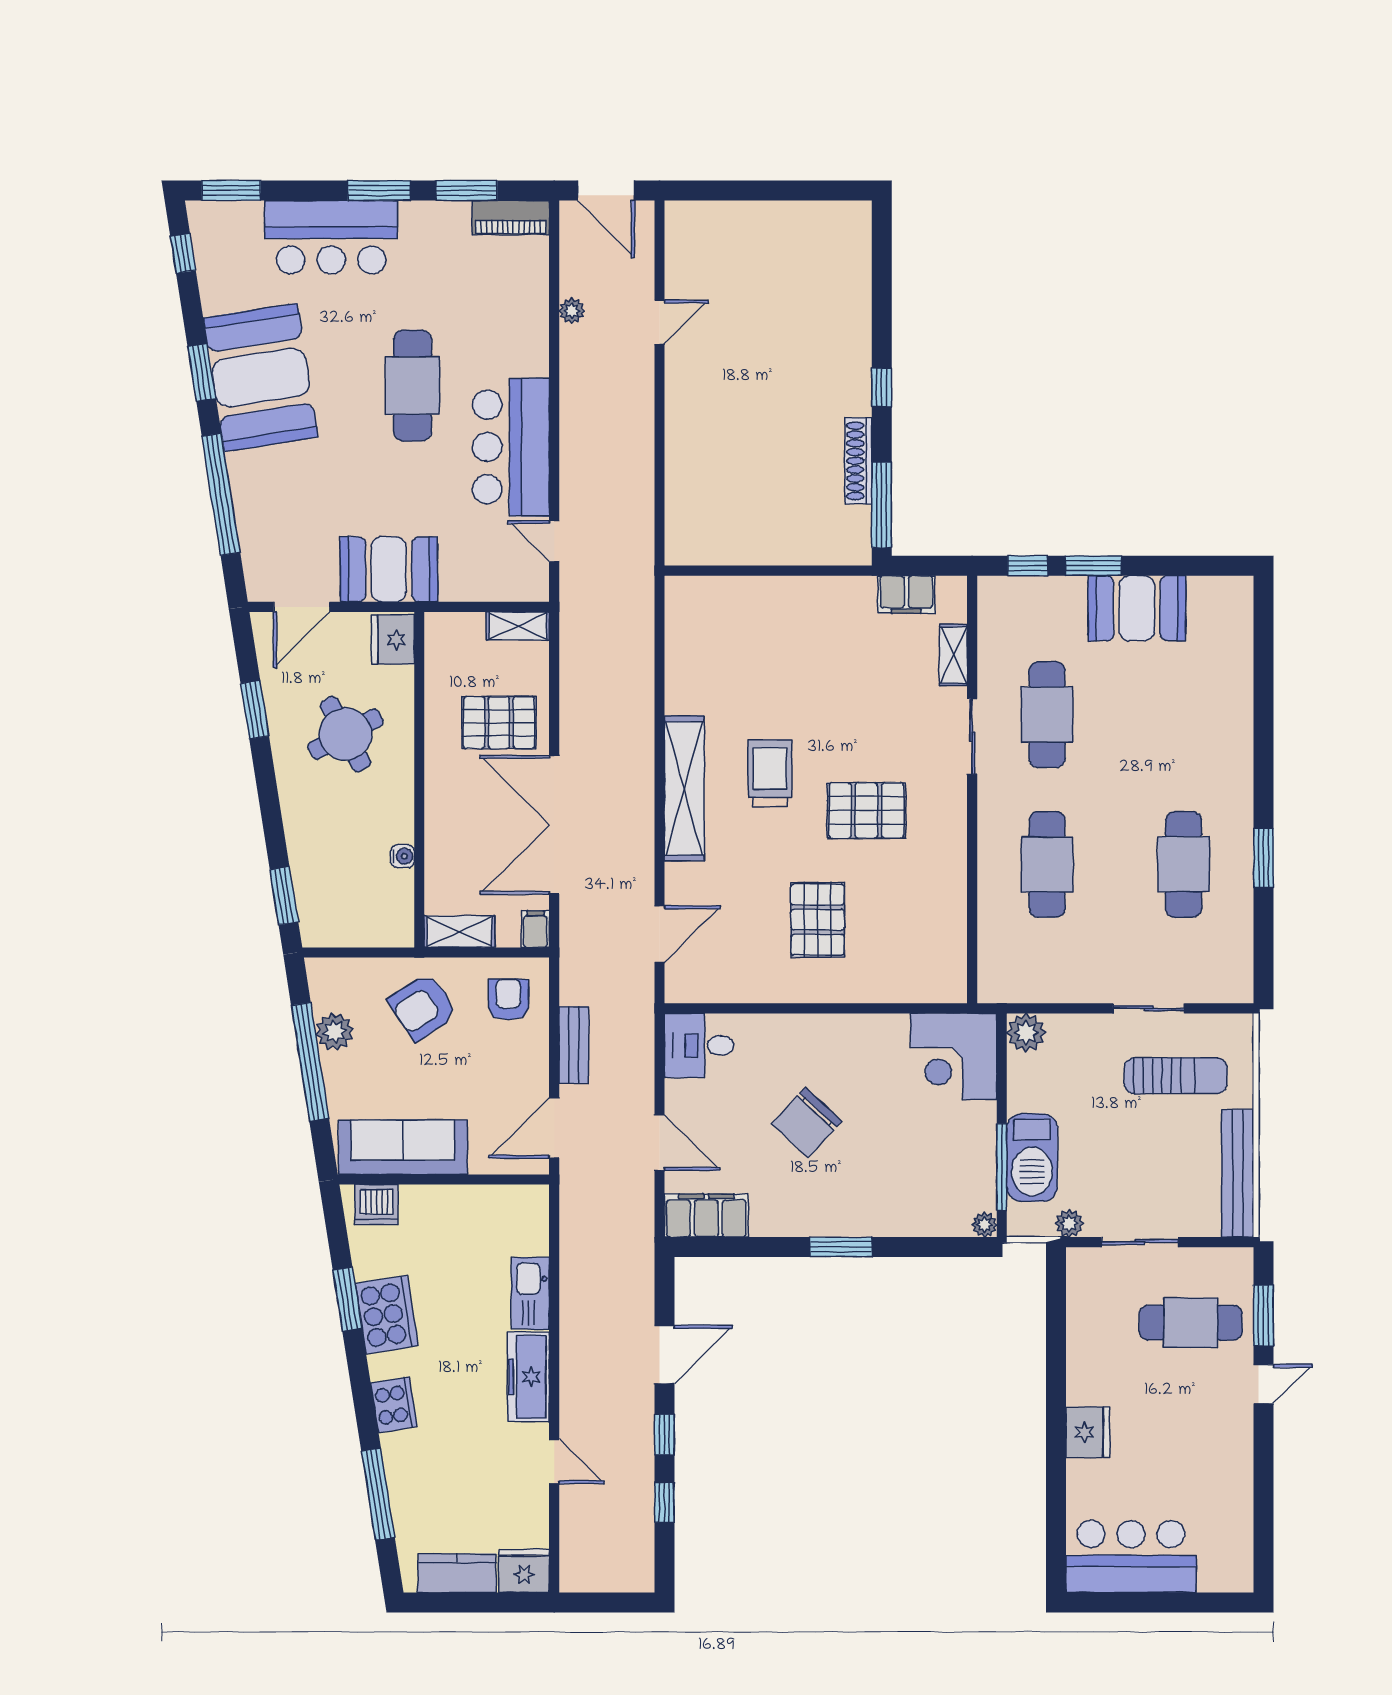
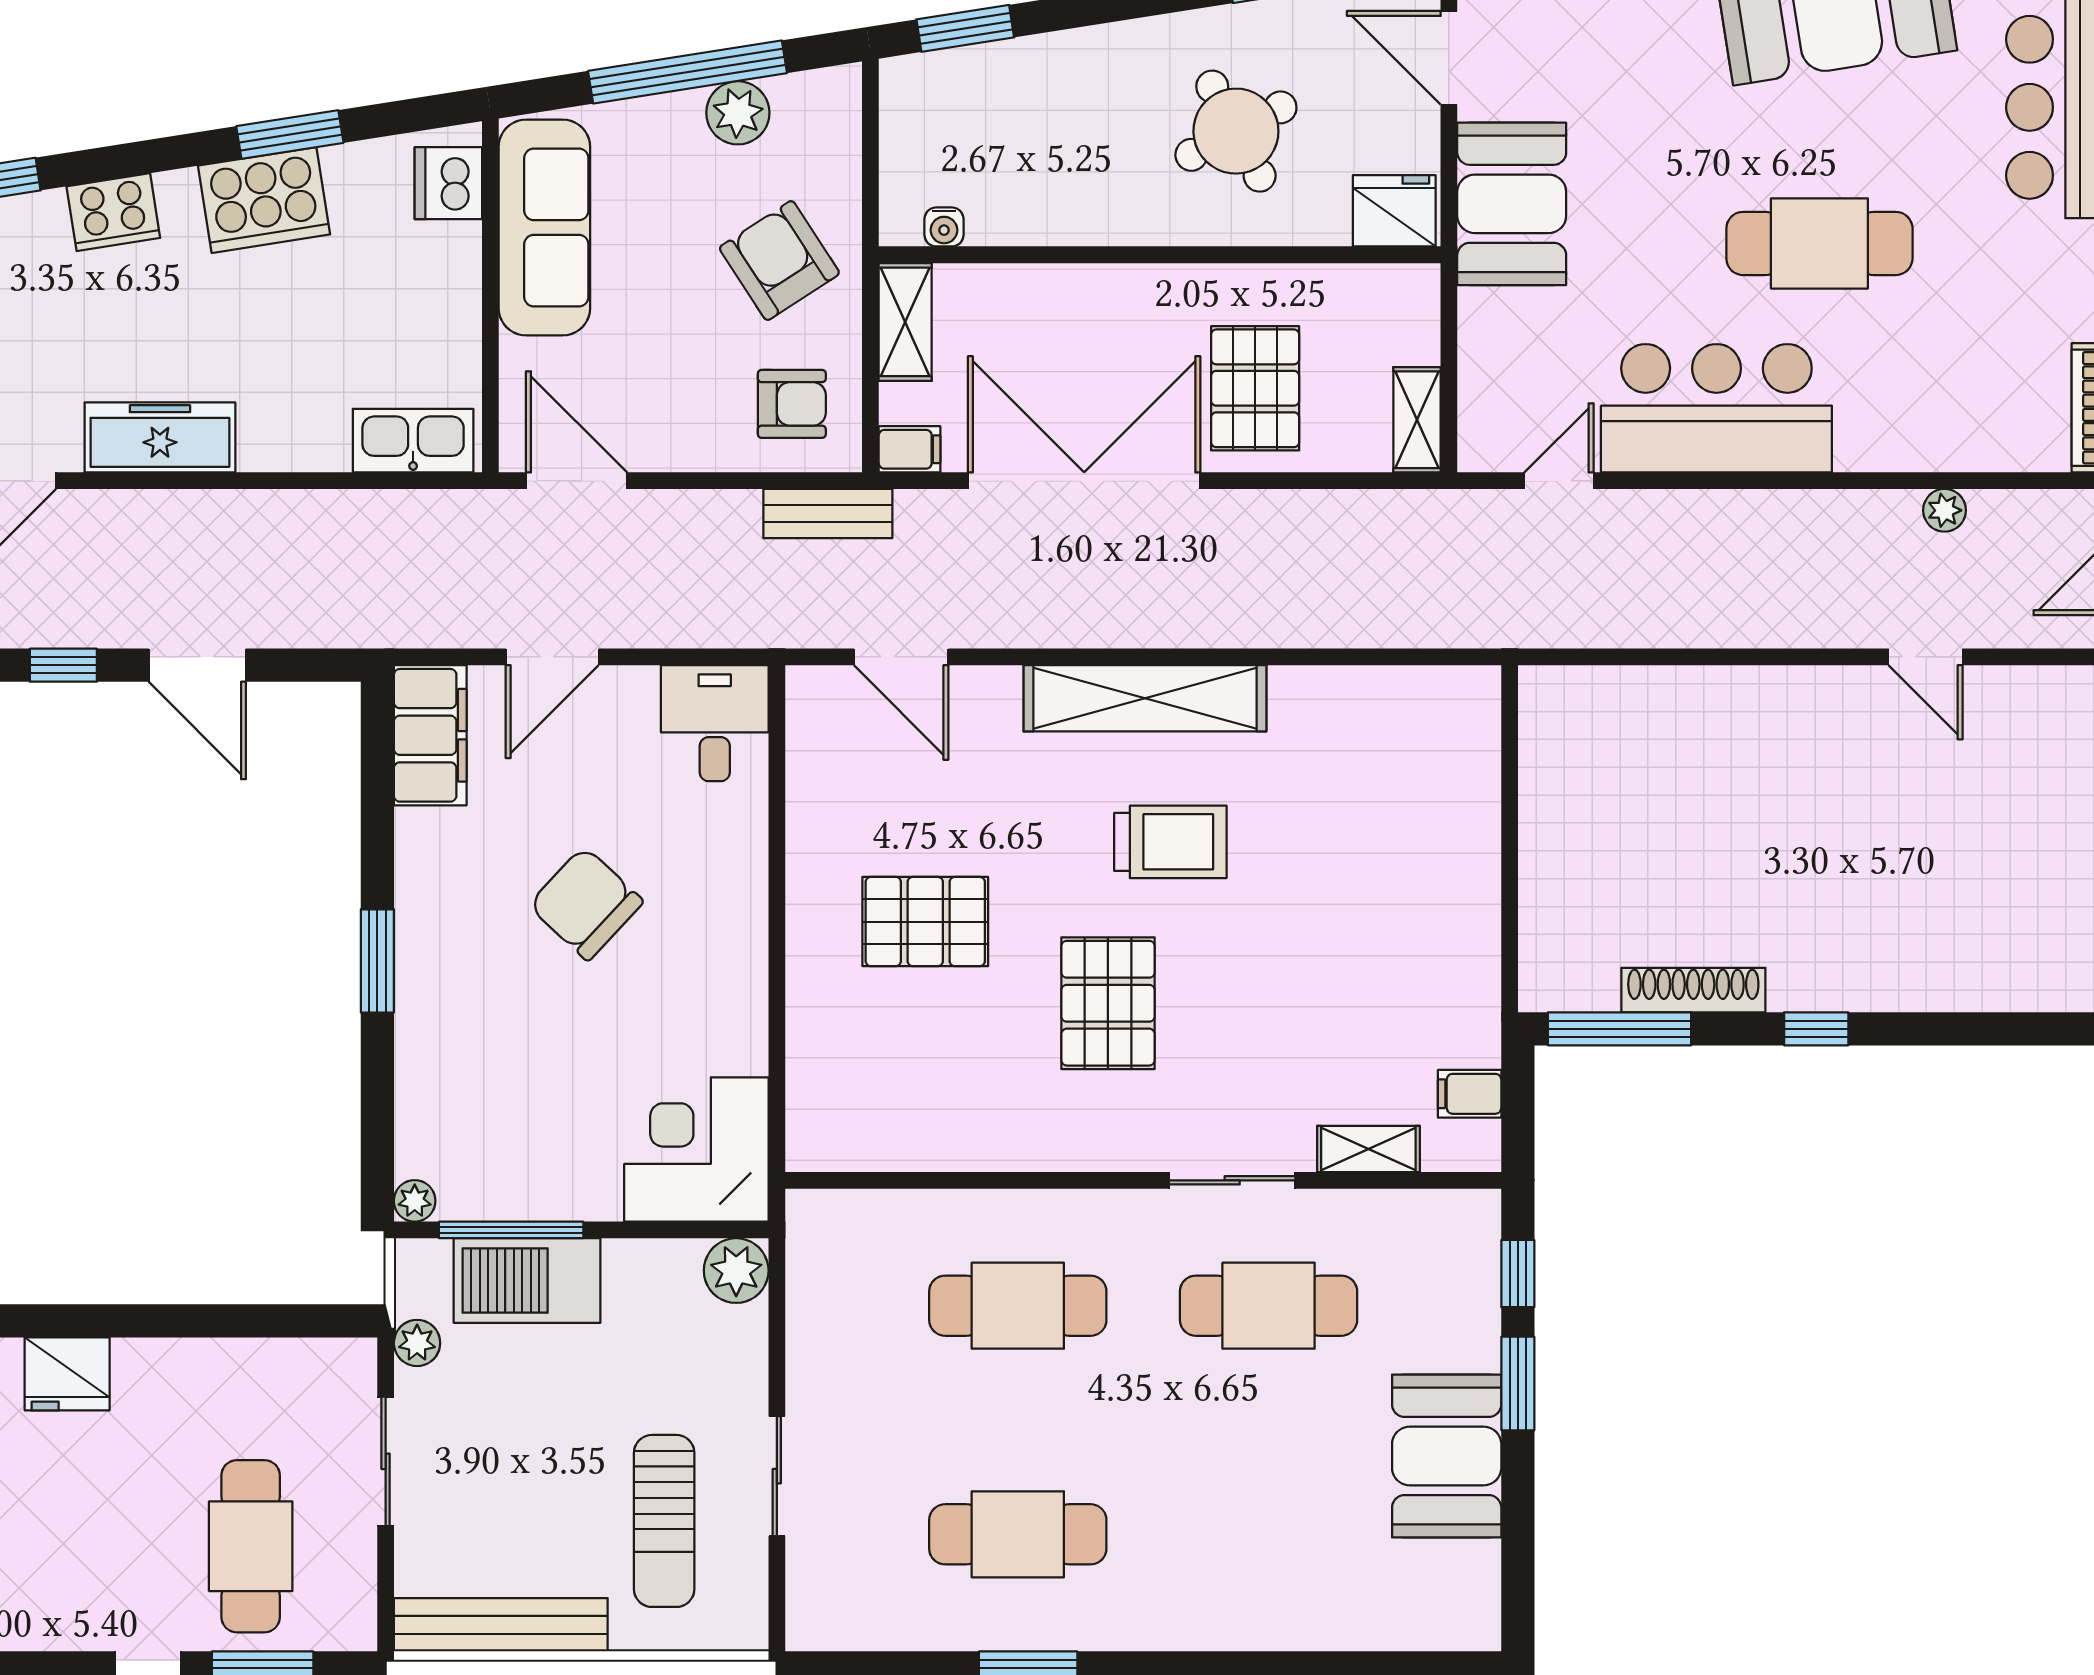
filing cabinet: (906, 595) -> (1470, 1094), width x0.50
water cooler: (403, 856) -> (944, 227), moved
bench: (574, 1045) -> (828, 514), moved
kitchen sink: (530, 1293) -> (413, 441), moved

